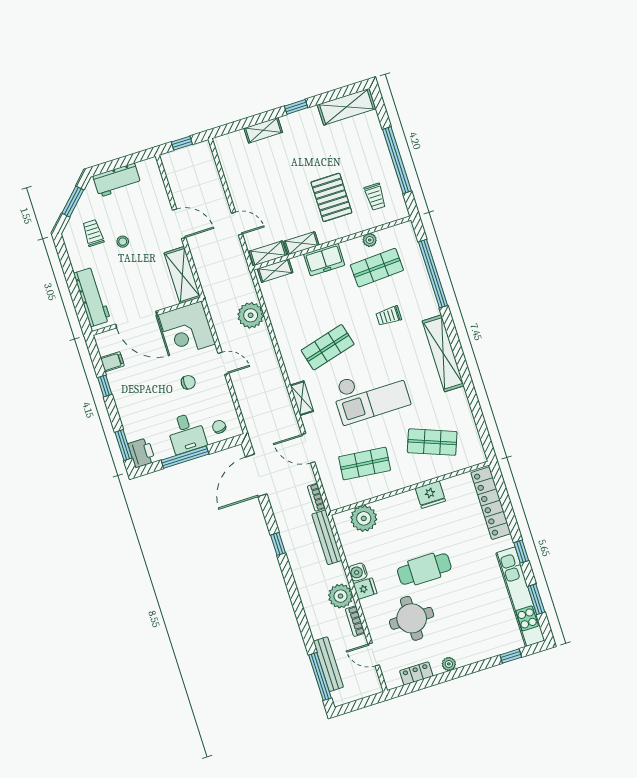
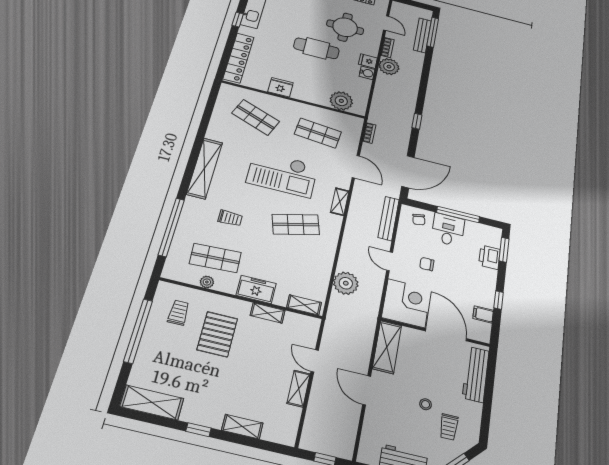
shelving: (268, 253) -> (299, 389), moved, turned 90
checkout: (371, 394) -> (282, 174), turned 180
printer: (142, 453) -> (489, 257), moved
bench: (327, 537) -> (389, 218), moved

